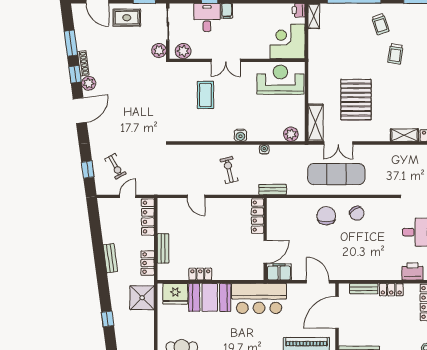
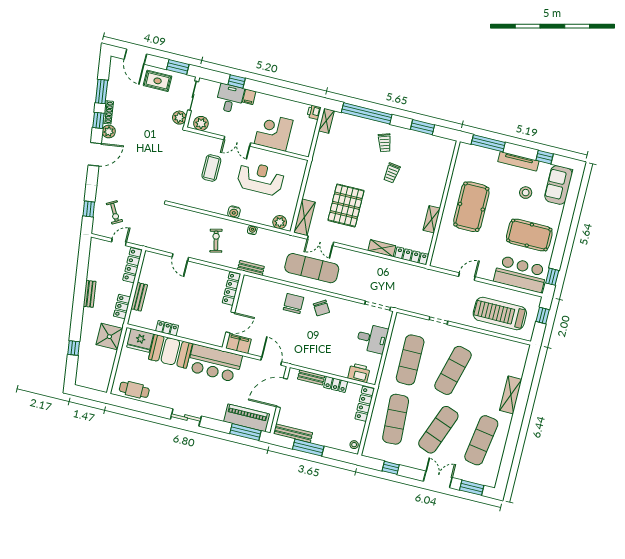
corner desk: (287, 41) -> (274, 132), moved
reception desk: (280, 80) -> (261, 179), moved

